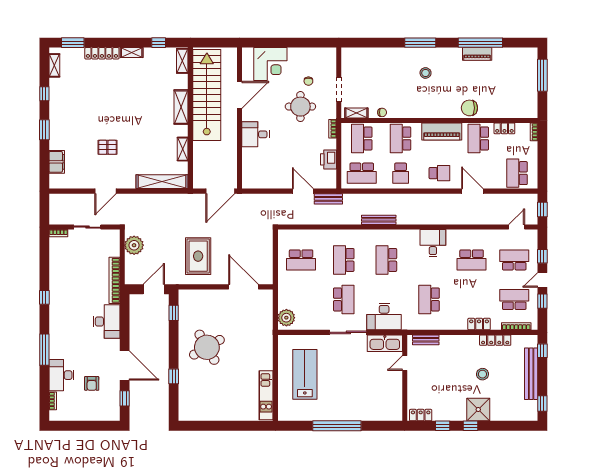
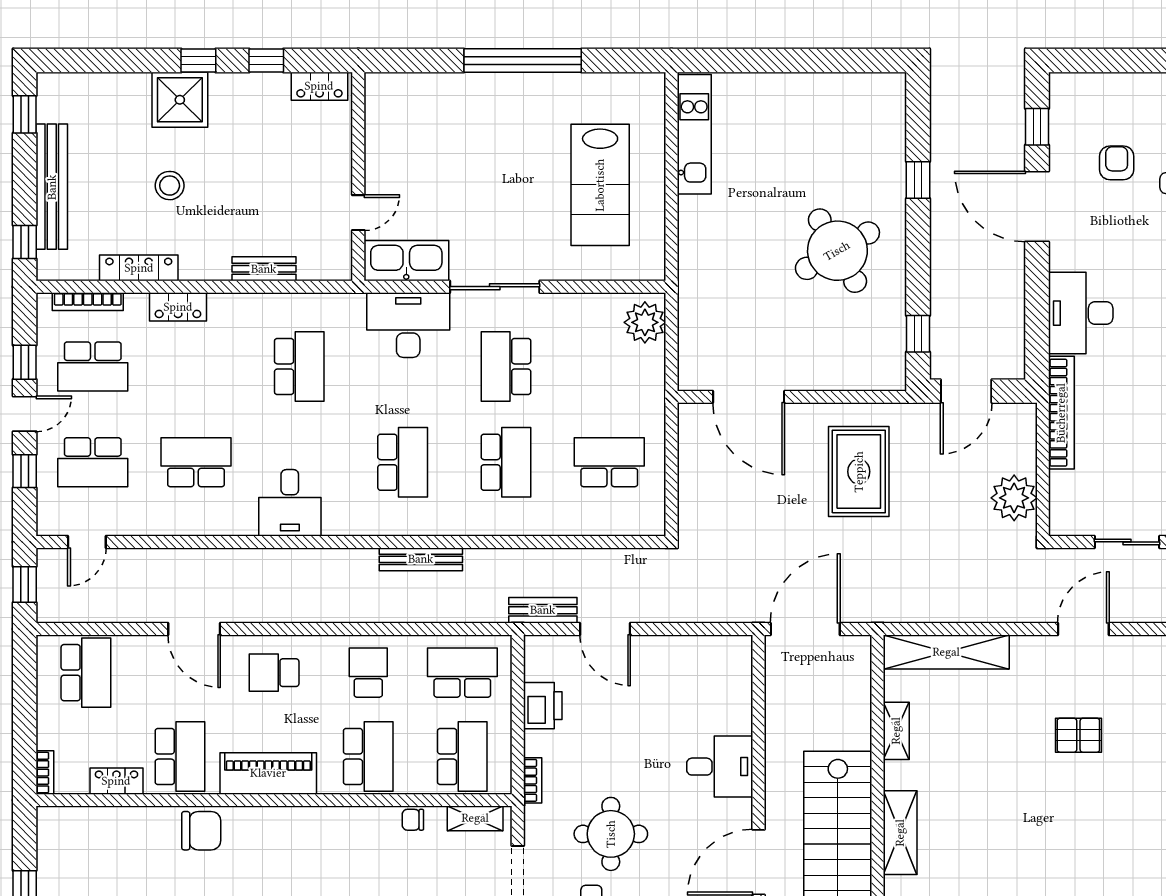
bench: (426, 340) -> (264, 269), moved

